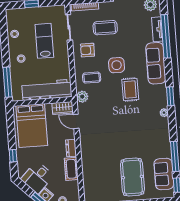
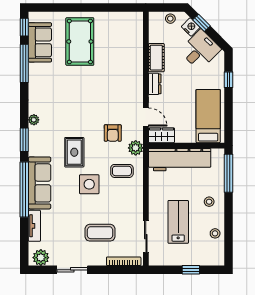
window: (166, 36) -> (24, 189), moved
lab bench: (44, 41) -> (178, 222), turned 180
armchair: (87, 50) -> (113, 133), moved, turned 90
bed: (32, 126) -> (208, 116), width x0.67

